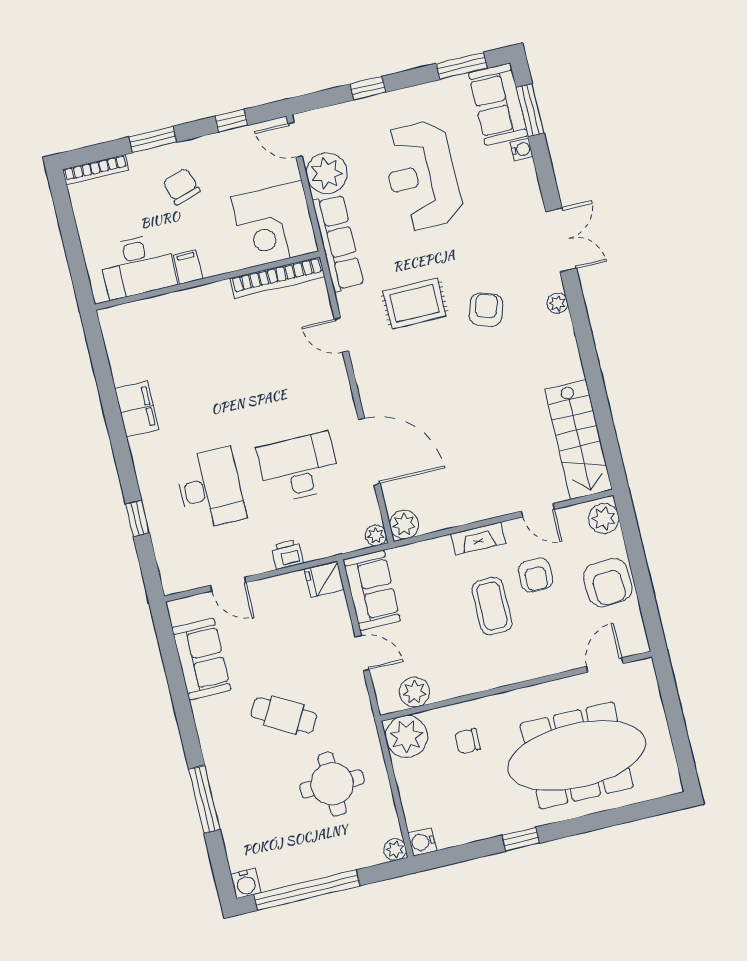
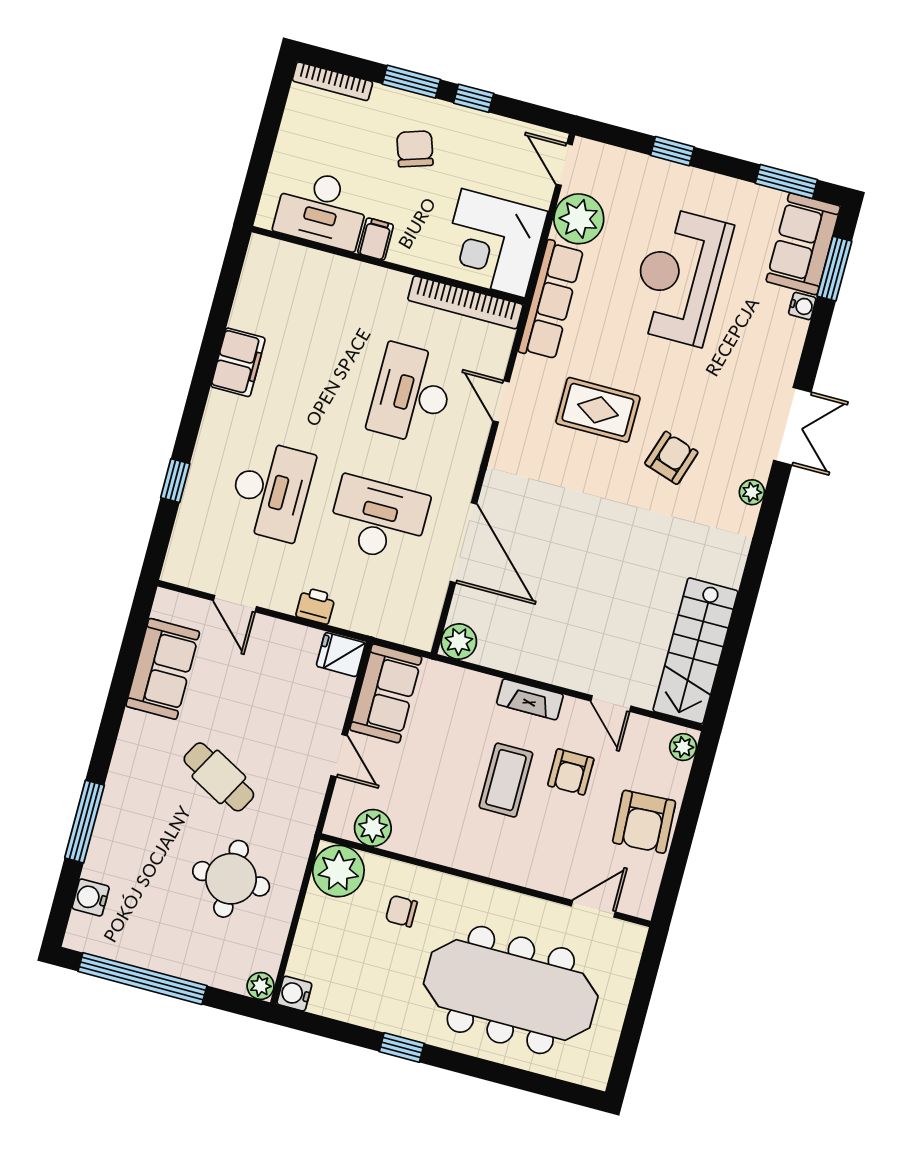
window: (231, 121) -> (474, 98), moved
desk: (274, 364) -> (412, 394), added
plant: (604, 518) -> (683, 747), width x0.73, depth x0.73
plant: (376, 535) -> (422, 637), removed
water cooler: (246, 883) -> (91, 897), moved, turned 90

